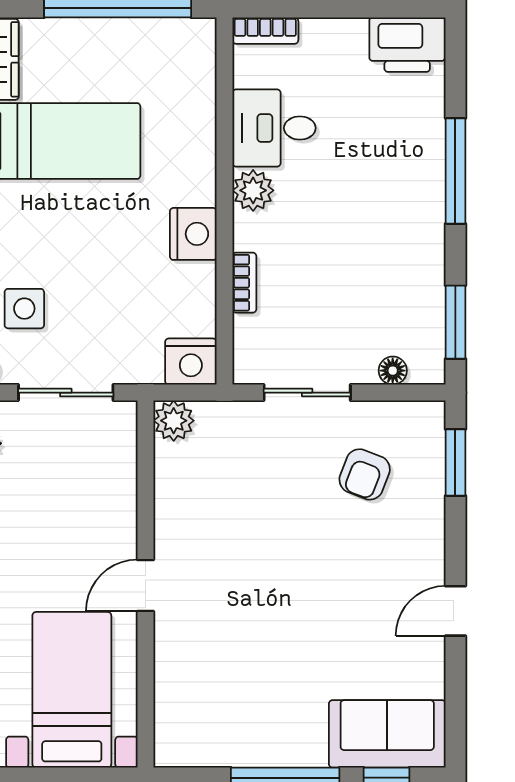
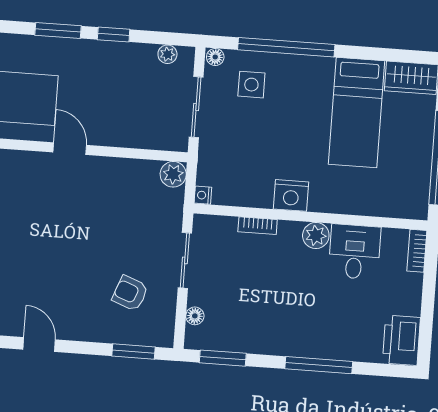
nightstand: (191, 362) -> (203, 195), width x0.53, depth x0.56

